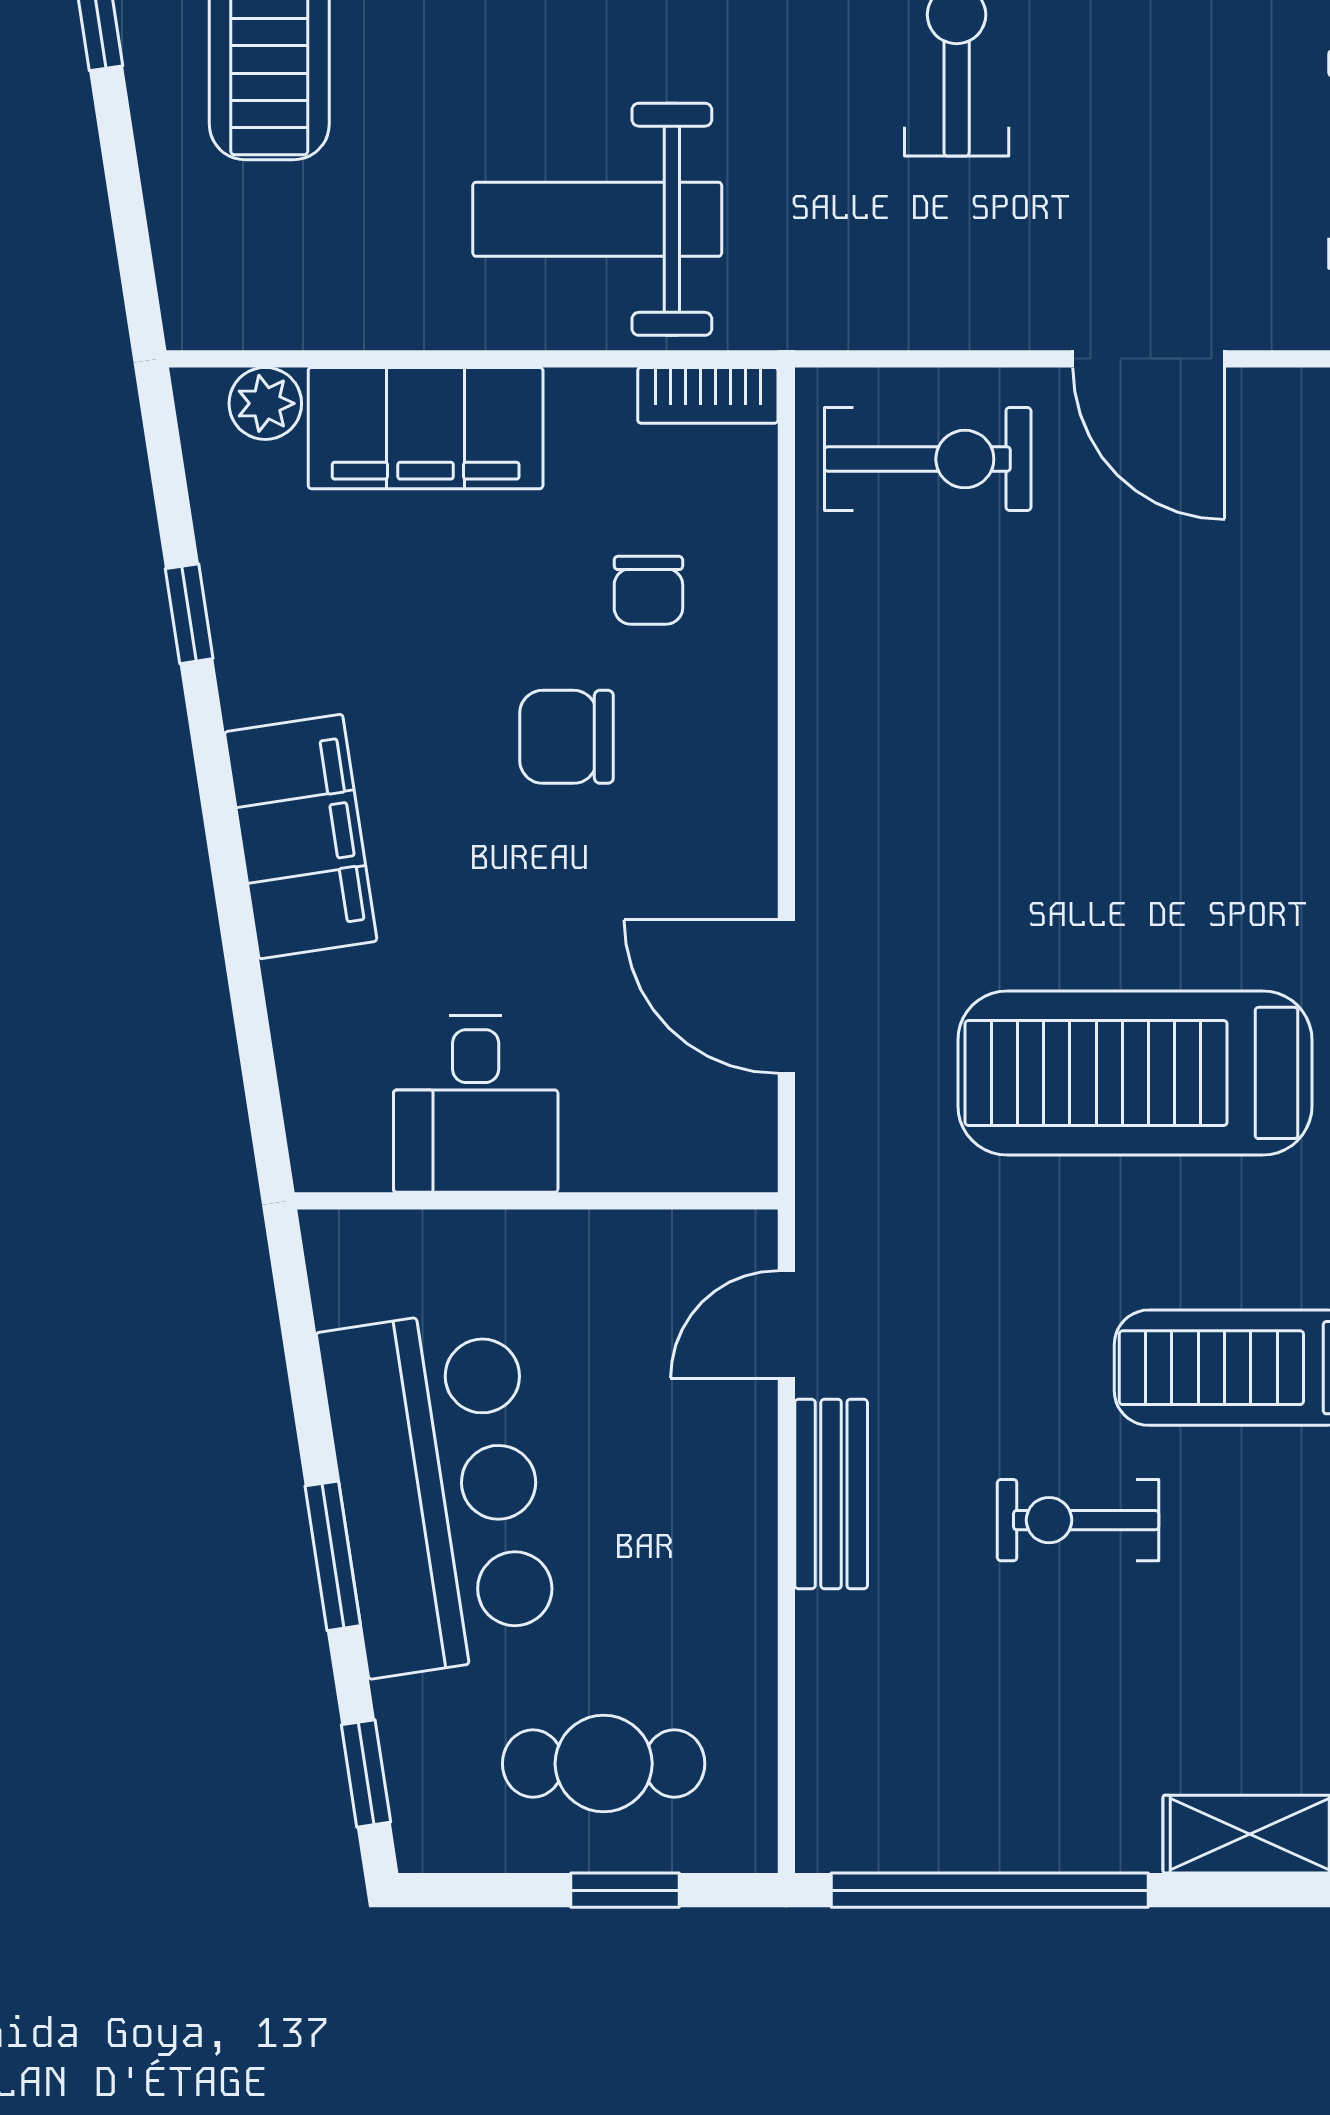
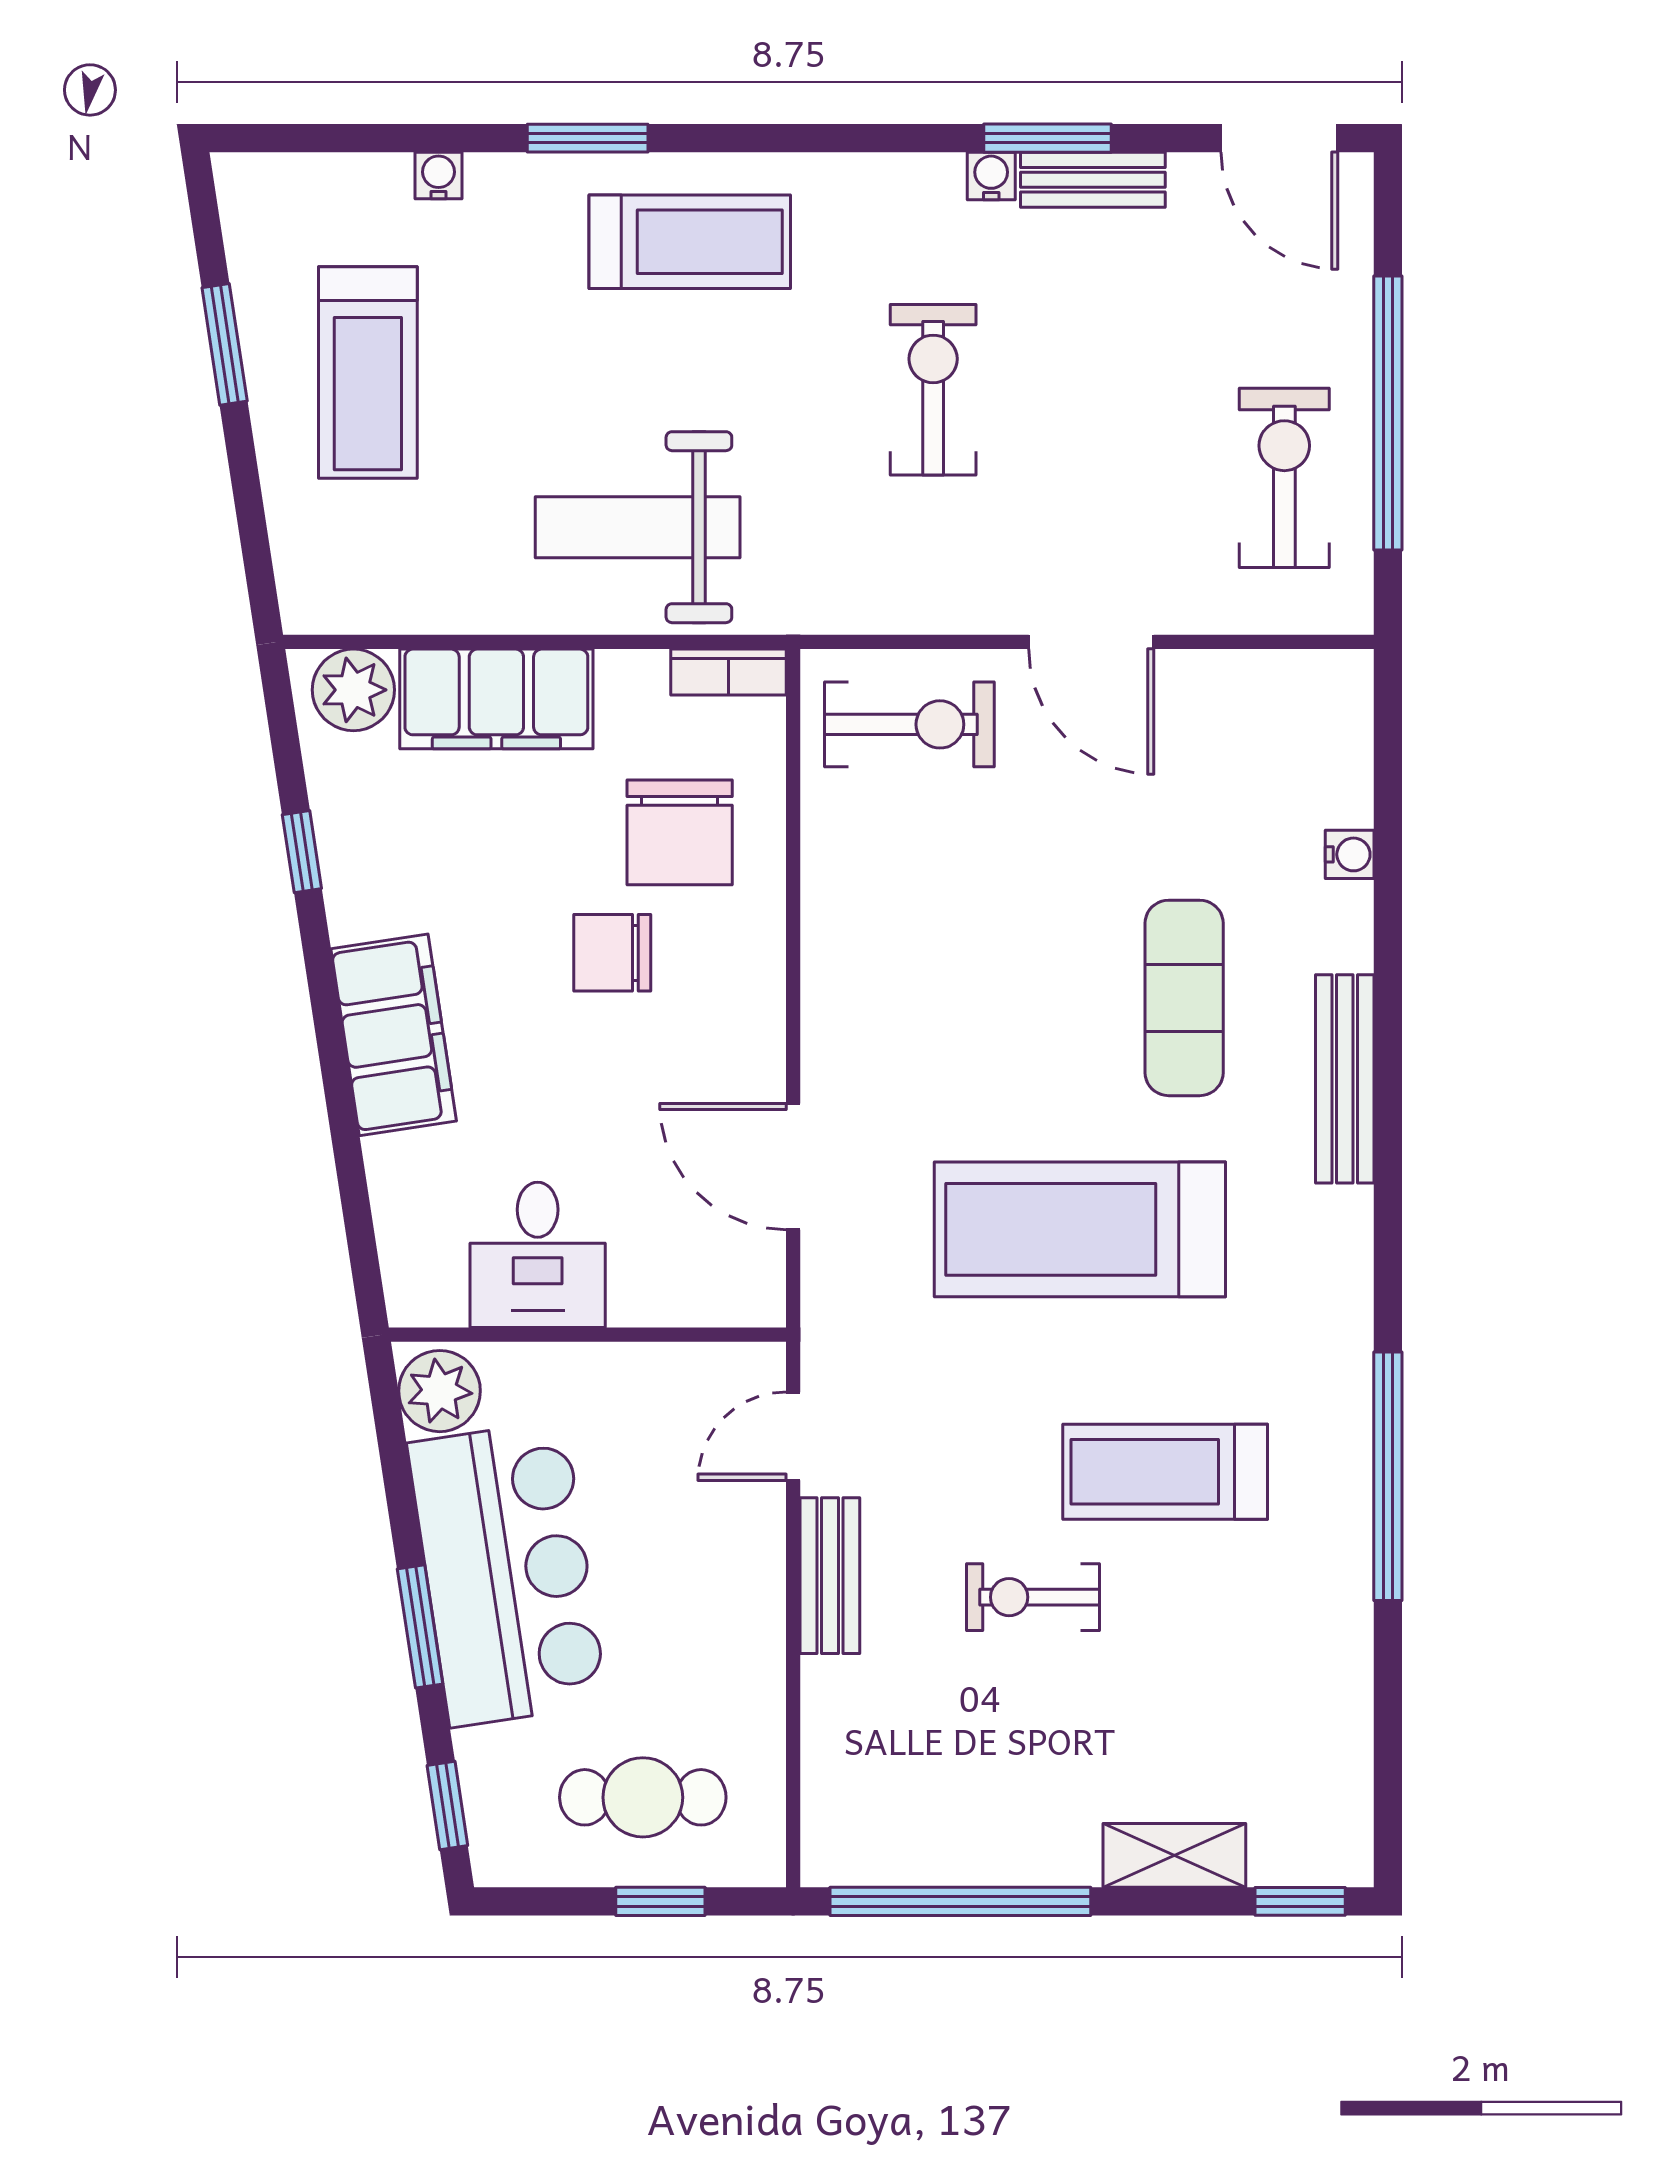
plant: (265, 403) -> (353, 690), width x1.38, depth x1.38
chair: (648, 590) -> (680, 832), width x1.87, depth x1.87
exercise mat: (1262, 792) -> (1184, 998), added
plant: (356, 1270) -> (440, 1391), added

